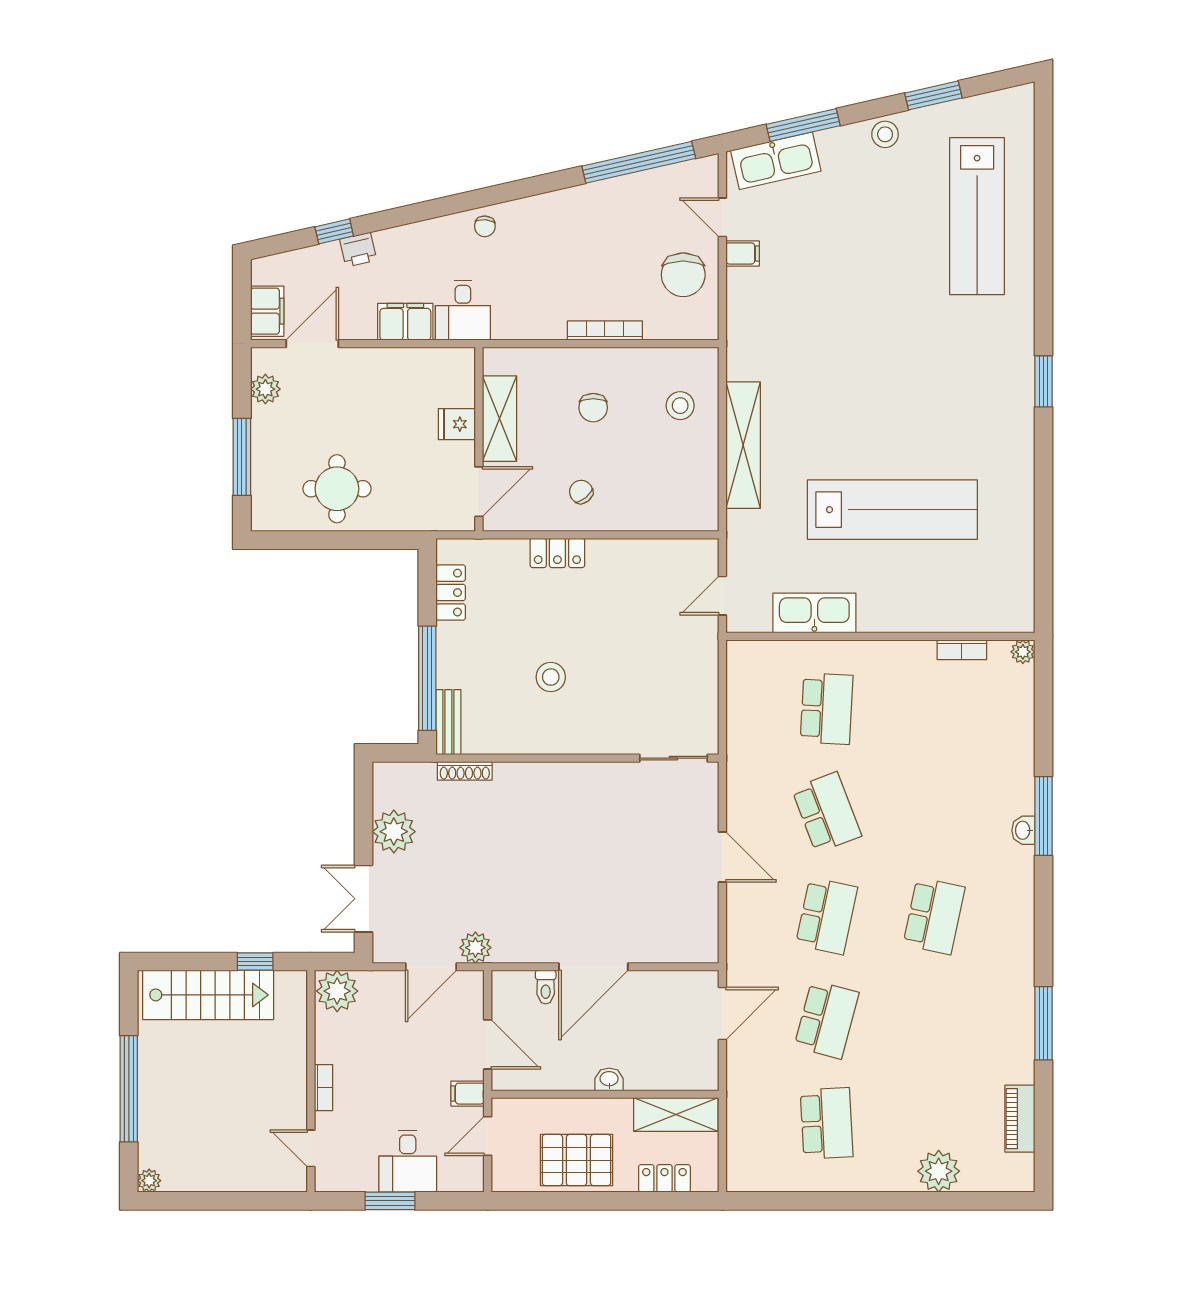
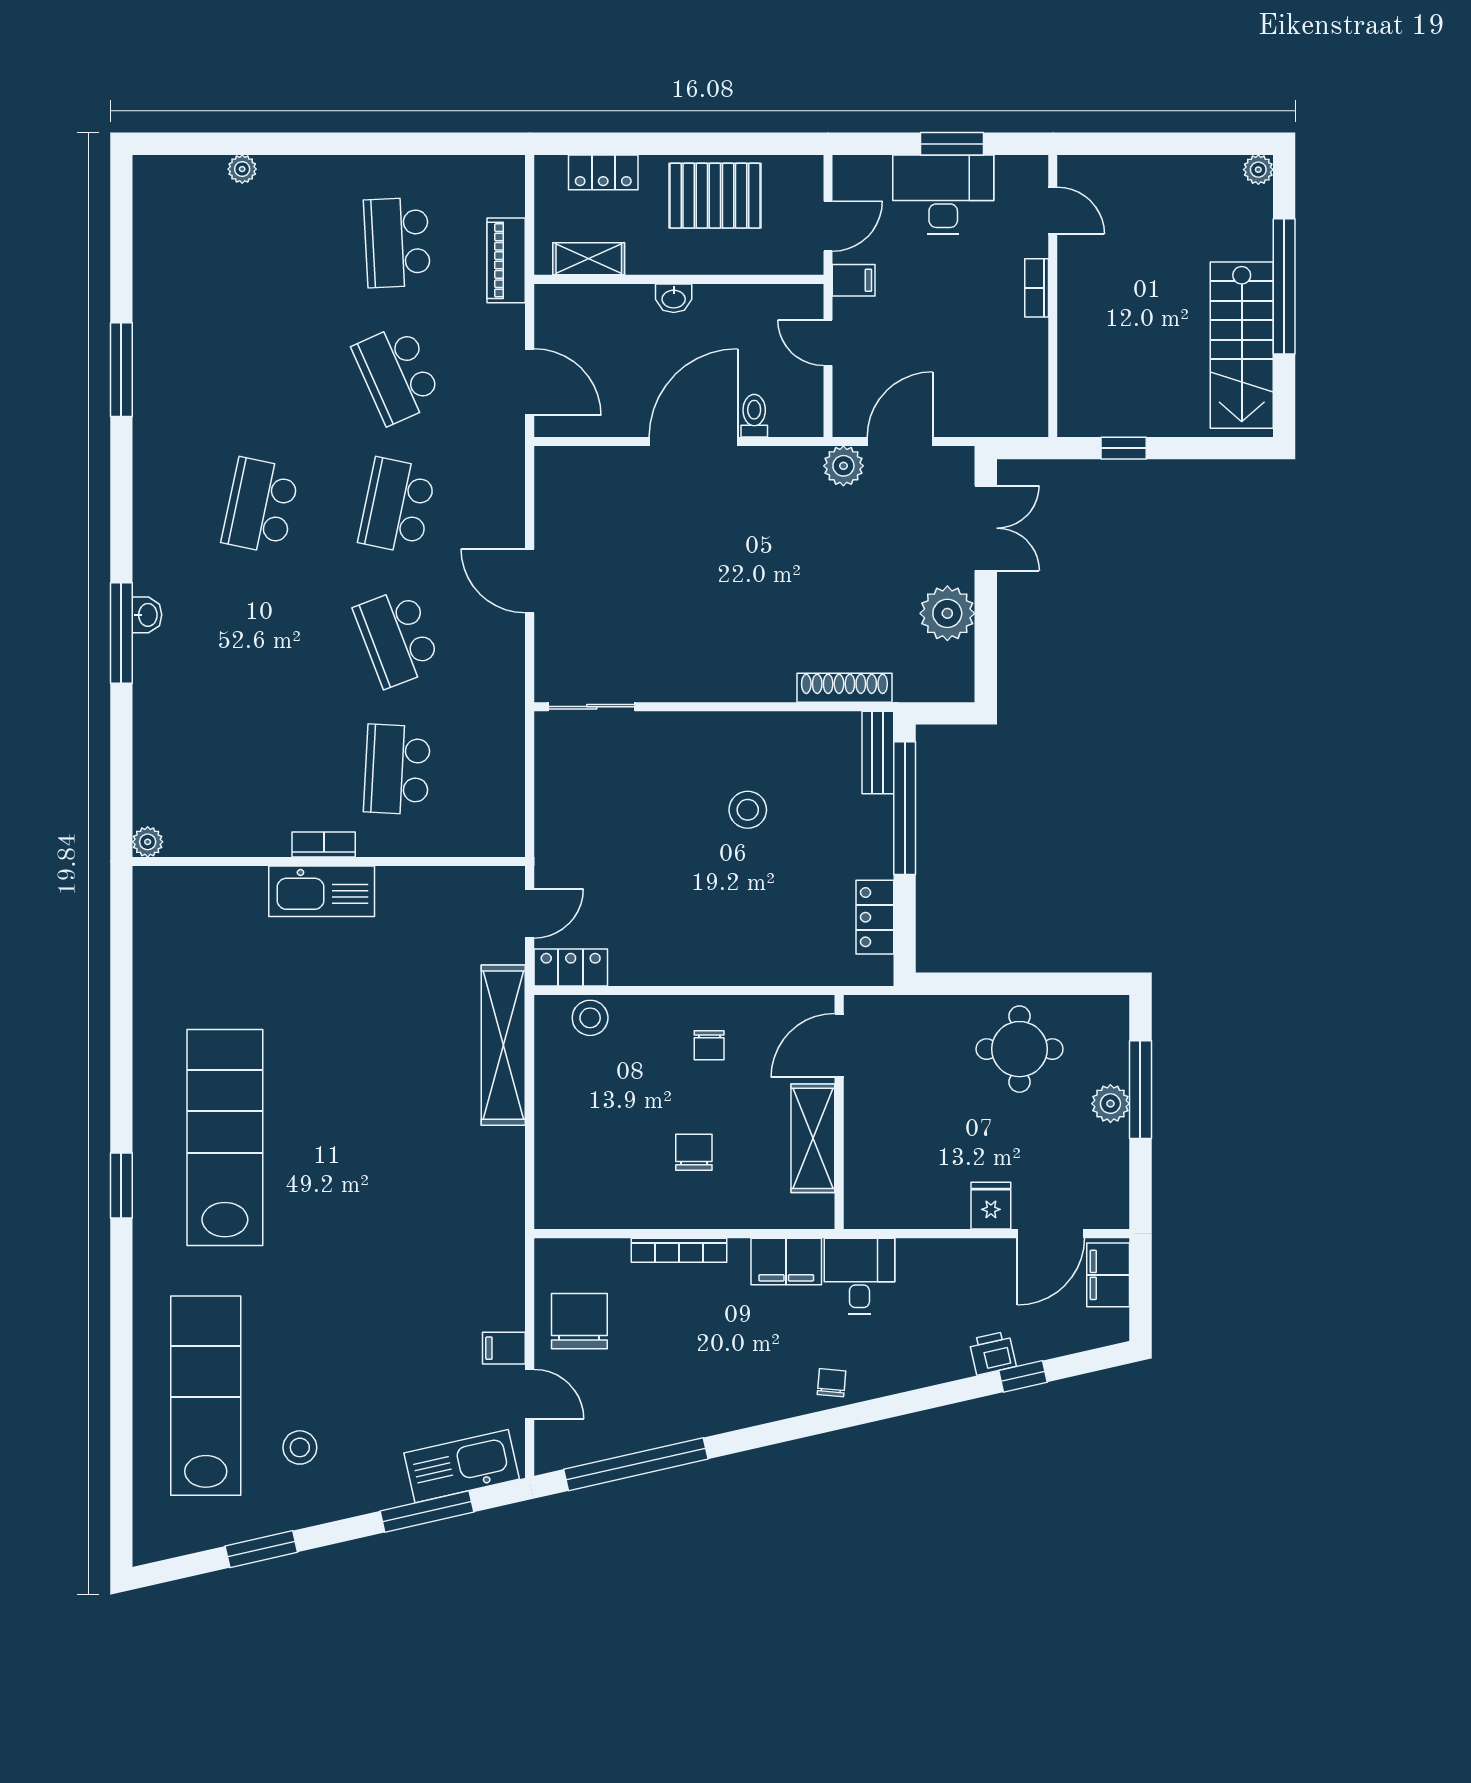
stool: (885, 134) -> (300, 1447), moved
filing cabinet: (405, 322) -> (786, 1261), moved
plant: (265, 389) -> (1110, 1104), moved
stool: (680, 406) -> (590, 1018), moved
fridge: (457, 424) -> (991, 1206), moved, turned -90
shelving: (743, 445) -> (503, 1045), moved
chair: (581, 492) -> (709, 1045), turned 39
lab bench: (892, 510) -> (225, 1137), moved, turned 90
locker: (557, 553) -> (571, 967), moved
kitchen sink: (814, 613) -> (322, 891), moved
bookcase: (962, 650) -> (324, 844), moved
shoe rack: (465, 771) -> (844, 688), width x1.36, depth x1.24
plant: (337, 991) -> (1019, 411), removed
stairs: (208, 995) -> (1242, 345), moved, turned -90
door: (722, 1014) -> (530, 382), swing flipped
school desk: (827, 1020) -> (397, 374), turned -39
door: (488, 1044) -> (828, 343), width x0.73
shelving: (676, 1115) -> (589, 259), width x0.67, depth x0.75
piano: (1020, 1119) -> (506, 260), moved, turned 180
desk: (408, 1161) -> (943, 194), width x1.37
plant: (939, 1171) -> (242, 169), width x0.53, depth x0.53

